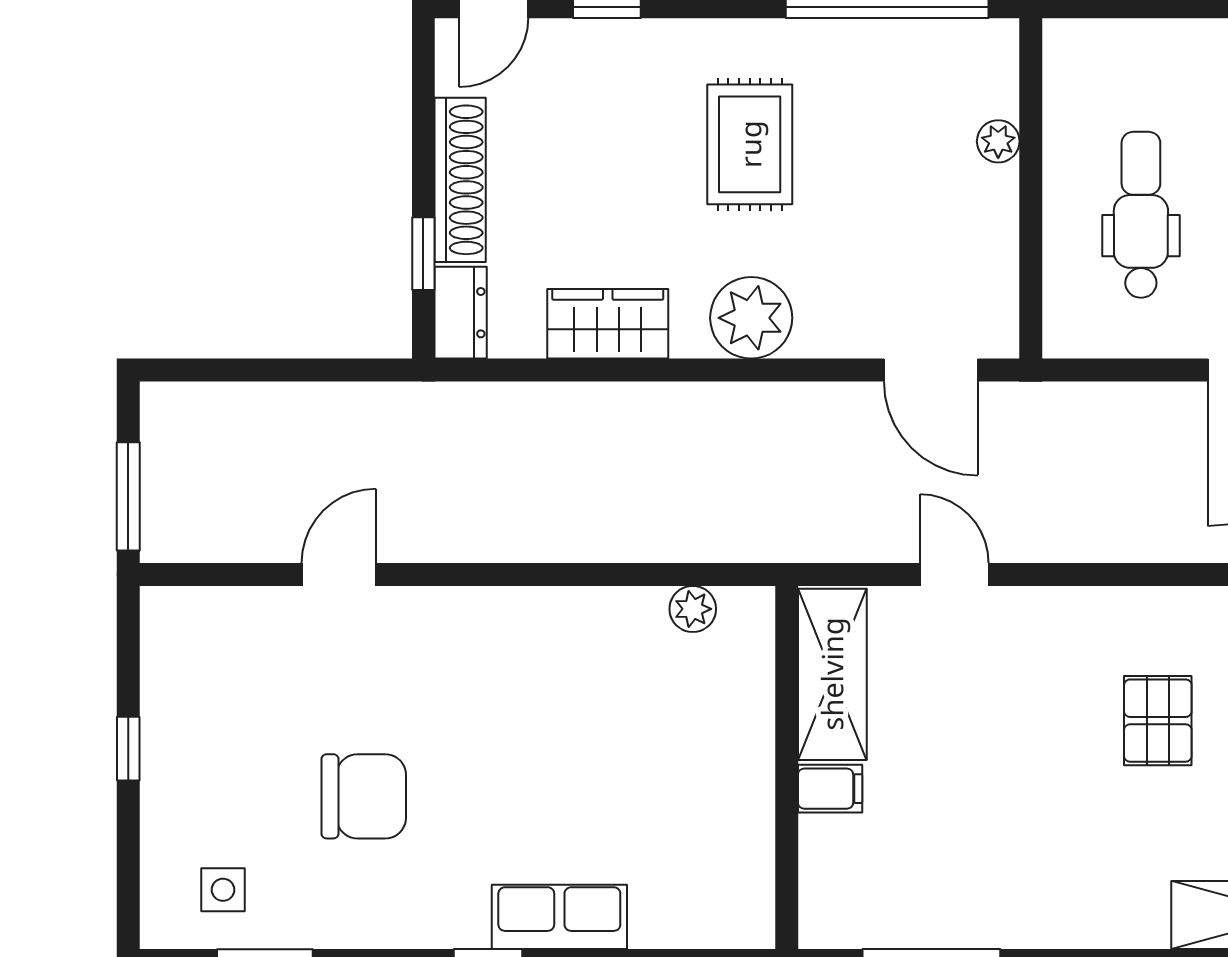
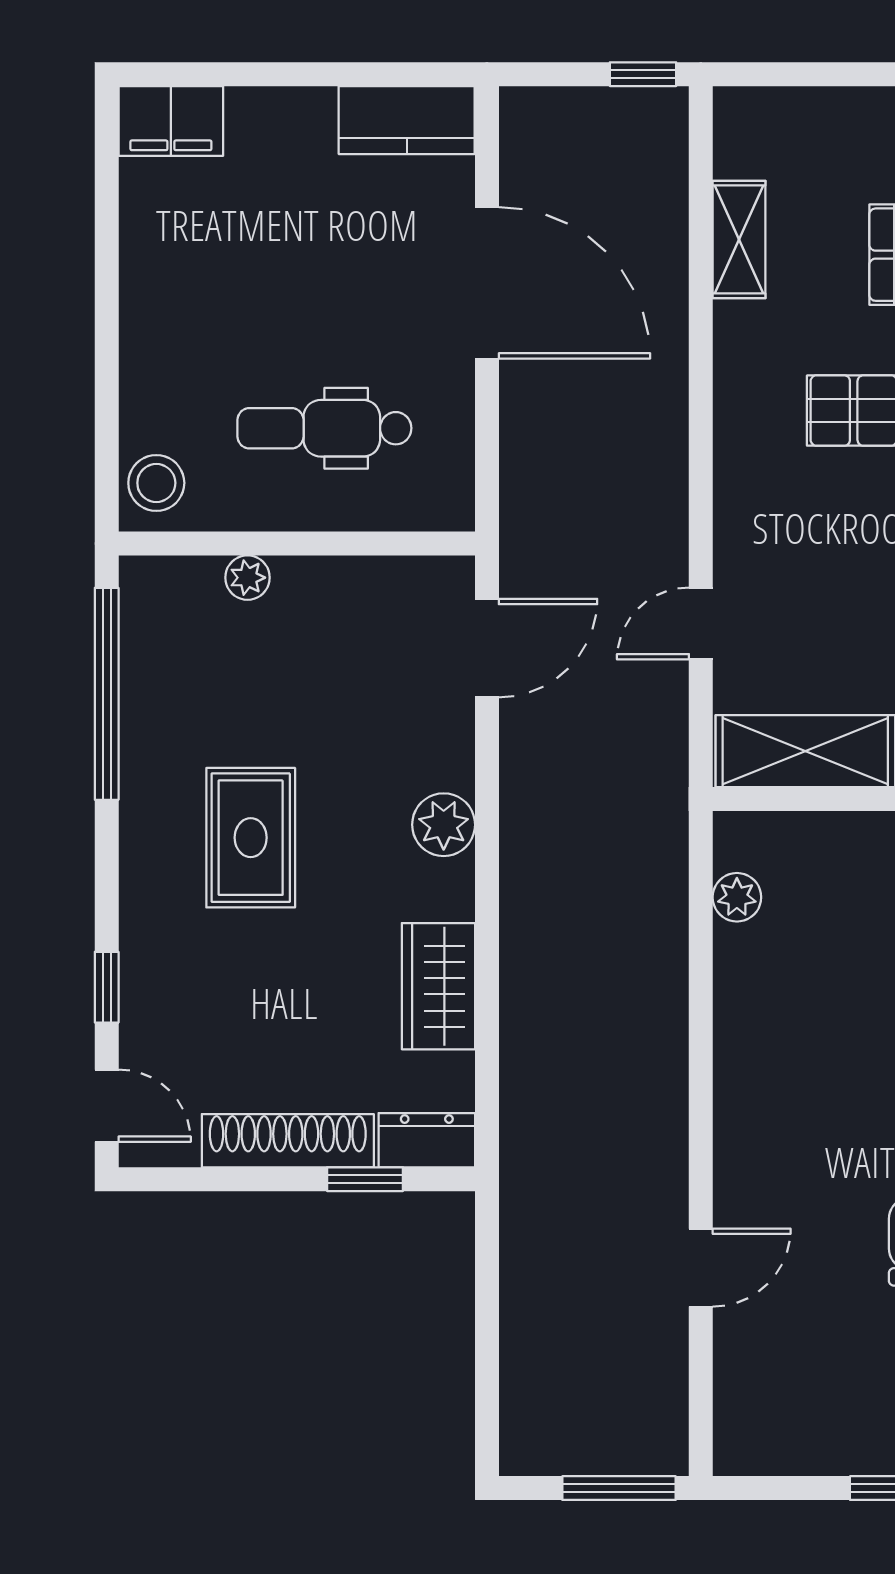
stool: (1089, 54) -> (156, 483), added
rug: (750, 144) -> (251, 838), turned 90
plant: (751, 318) -> (444, 825), width x0.73, depth x0.73
door: (339, 574) -> (701, 1268), swing flipped

